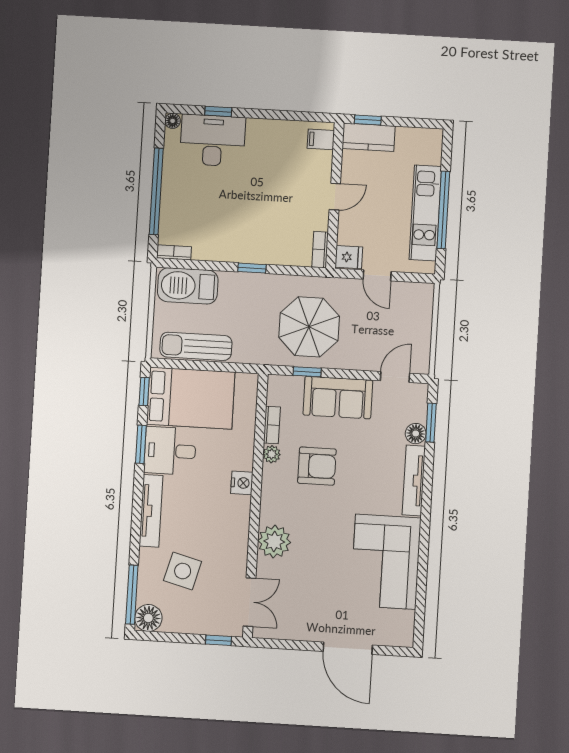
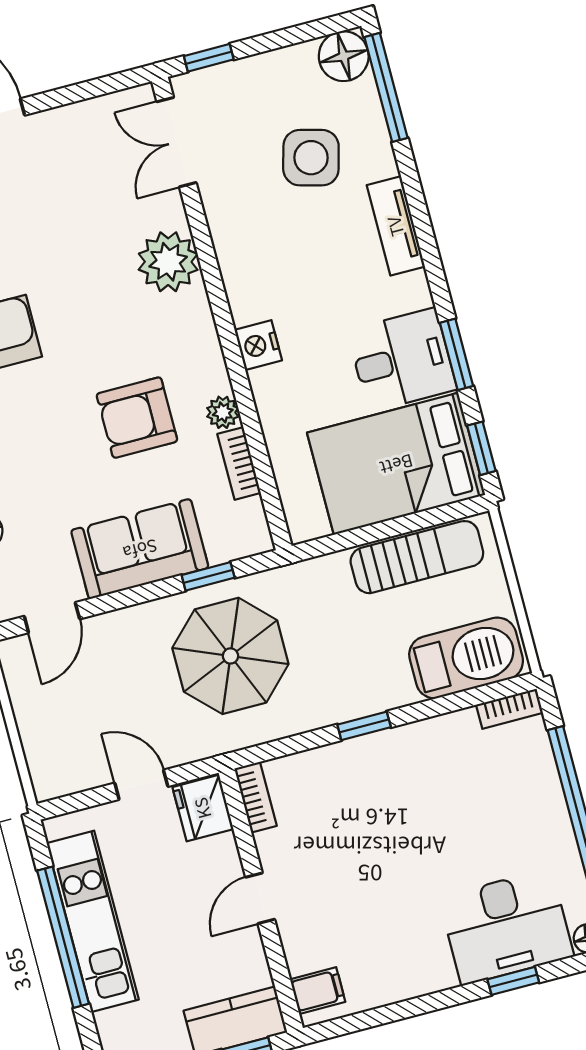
fridge: (349, 257) -> (203, 808), width x1.38
tv unit: (151, 511) -> (396, 226), width x0.71

